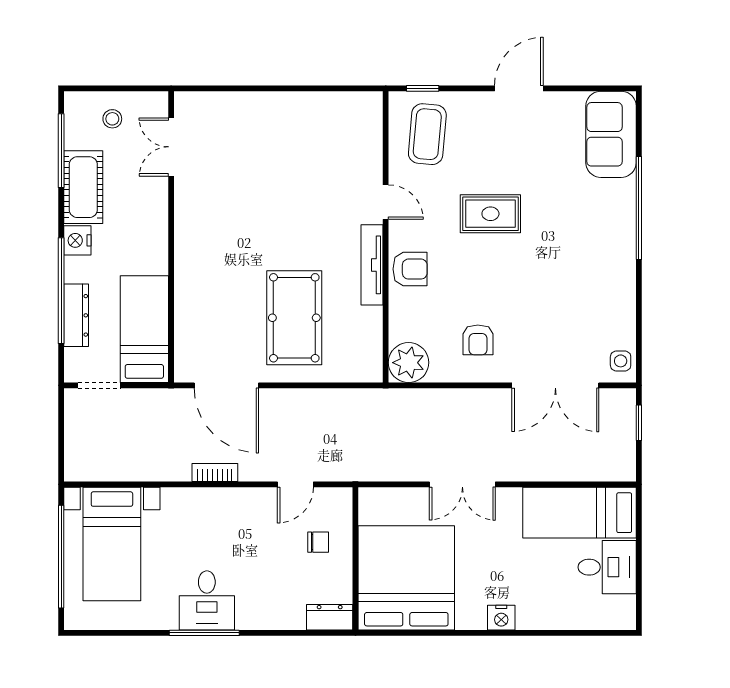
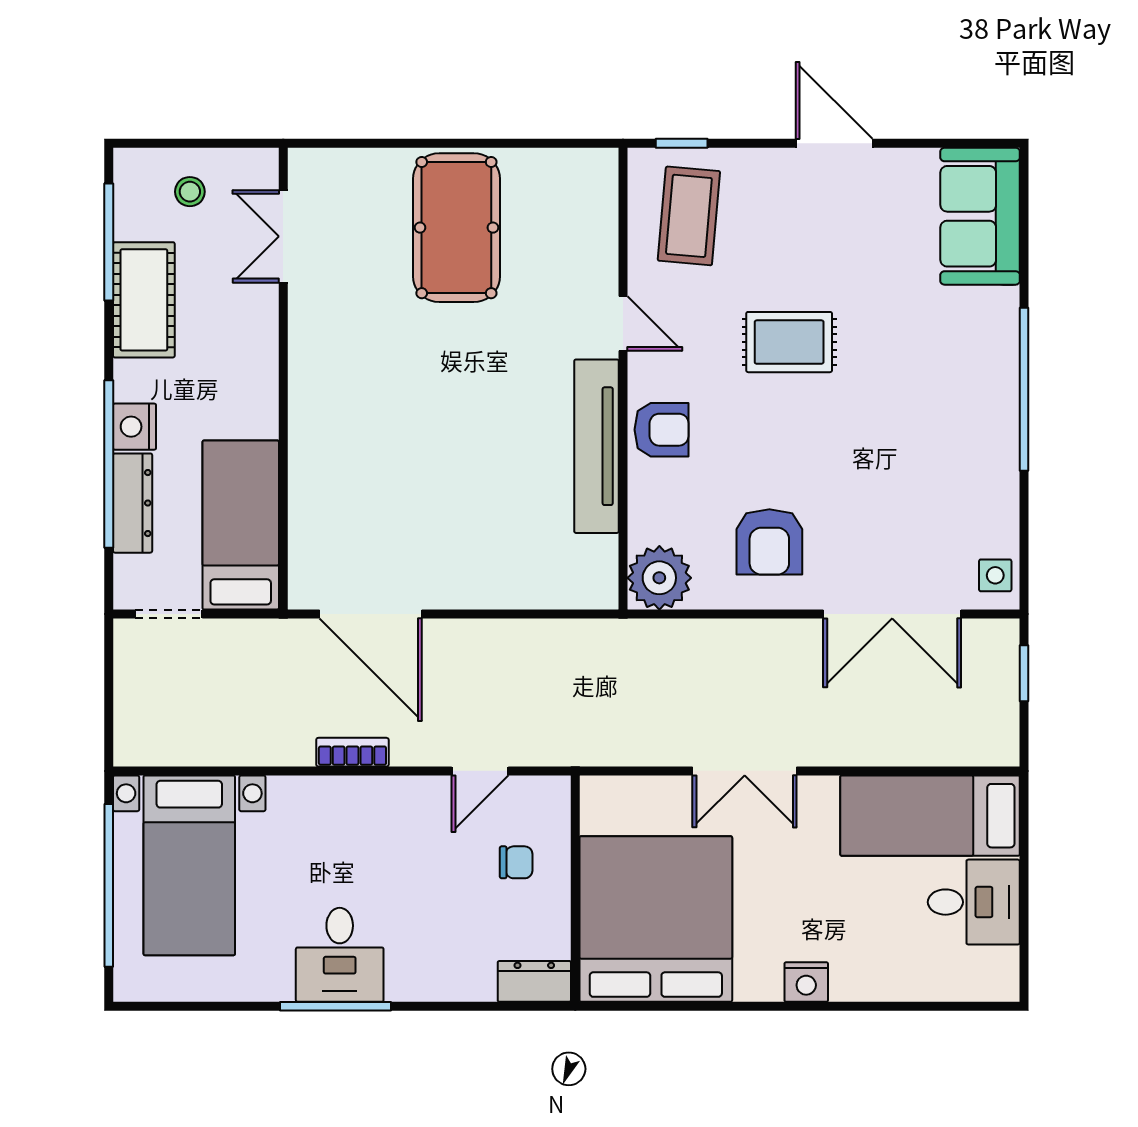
door: (519, 88) -> (834, 143), hinge flipped
window: (639, 208) -> (1024, 389), moved
nightstand: (77, 240) -> (135, 427), moved
tv unit: (372, 265) -> (597, 446), width x1.36, depth x1.29
pool table: (294, 318) -> (456, 228), moved
armchair: (478, 340) -> (769, 542), width x1.38, depth x1.38

